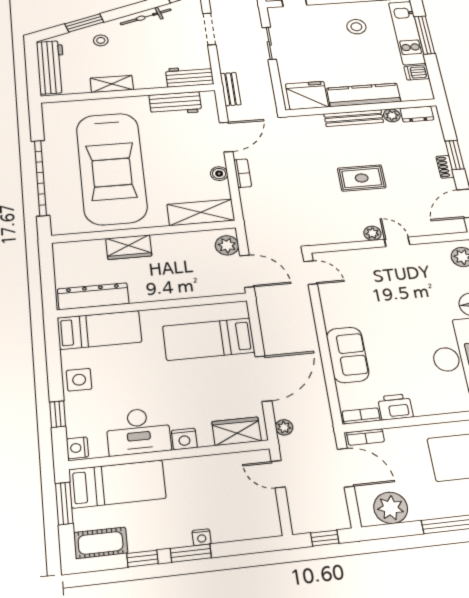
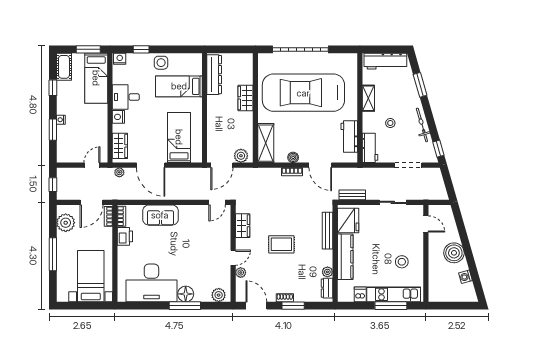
stool: (101, 40) -> (390, 123), moved
bench: (231, 89) -> (352, 195), moved
bench: (354, 118) -> (327, 231), moved
rug: (362, 178) -> (281, 244), turned 90
wardrobe: (342, 233) -> (243, 226), added
plant: (372, 233) -> (241, 273), moved
bed: (99, 330) -> (179, 86), moved, turned 90
desk: (138, 431) -> (126, 97), width x0.73
window: (191, 553) -> (53, 130), moved

